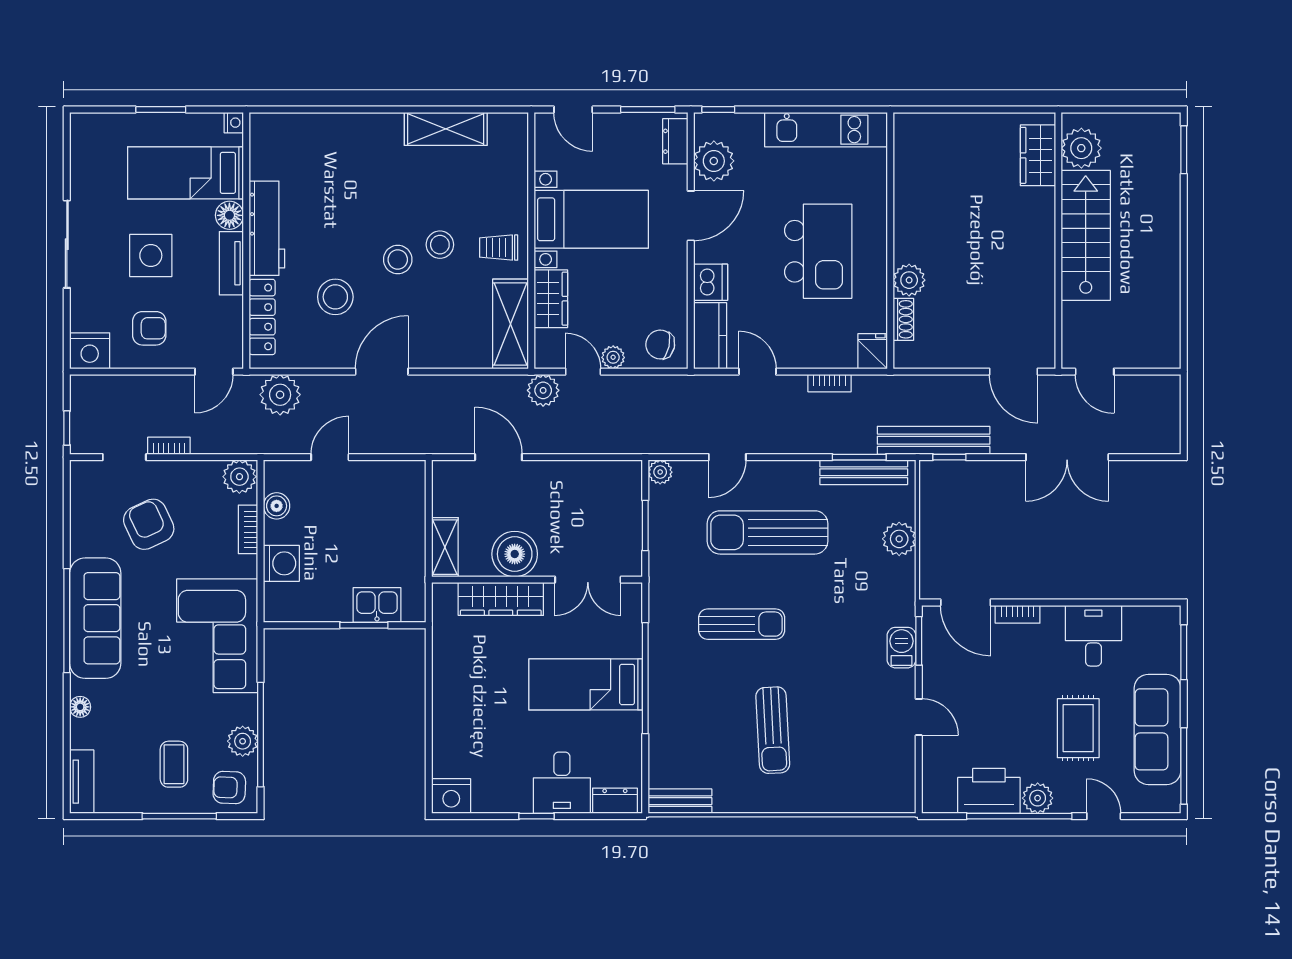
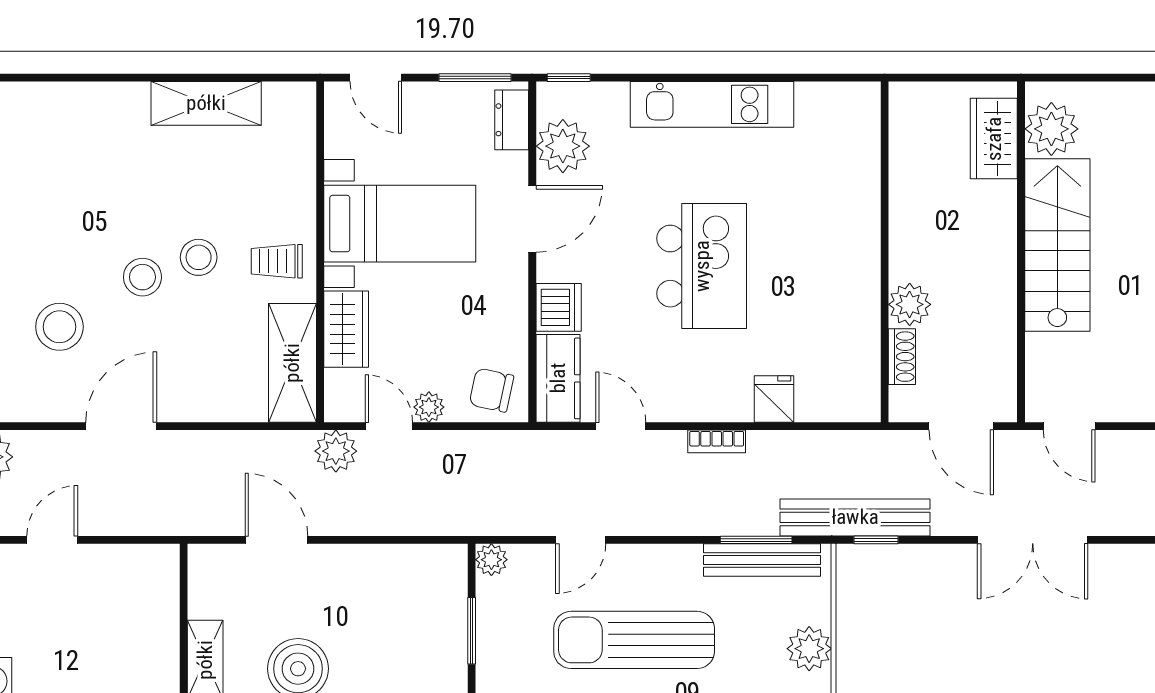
wall: (890, 241) -> (885, 252), moved
plant: (909, 280) -> (910, 304), moved
shoe rack: (903, 319) -> (902, 357), moved

